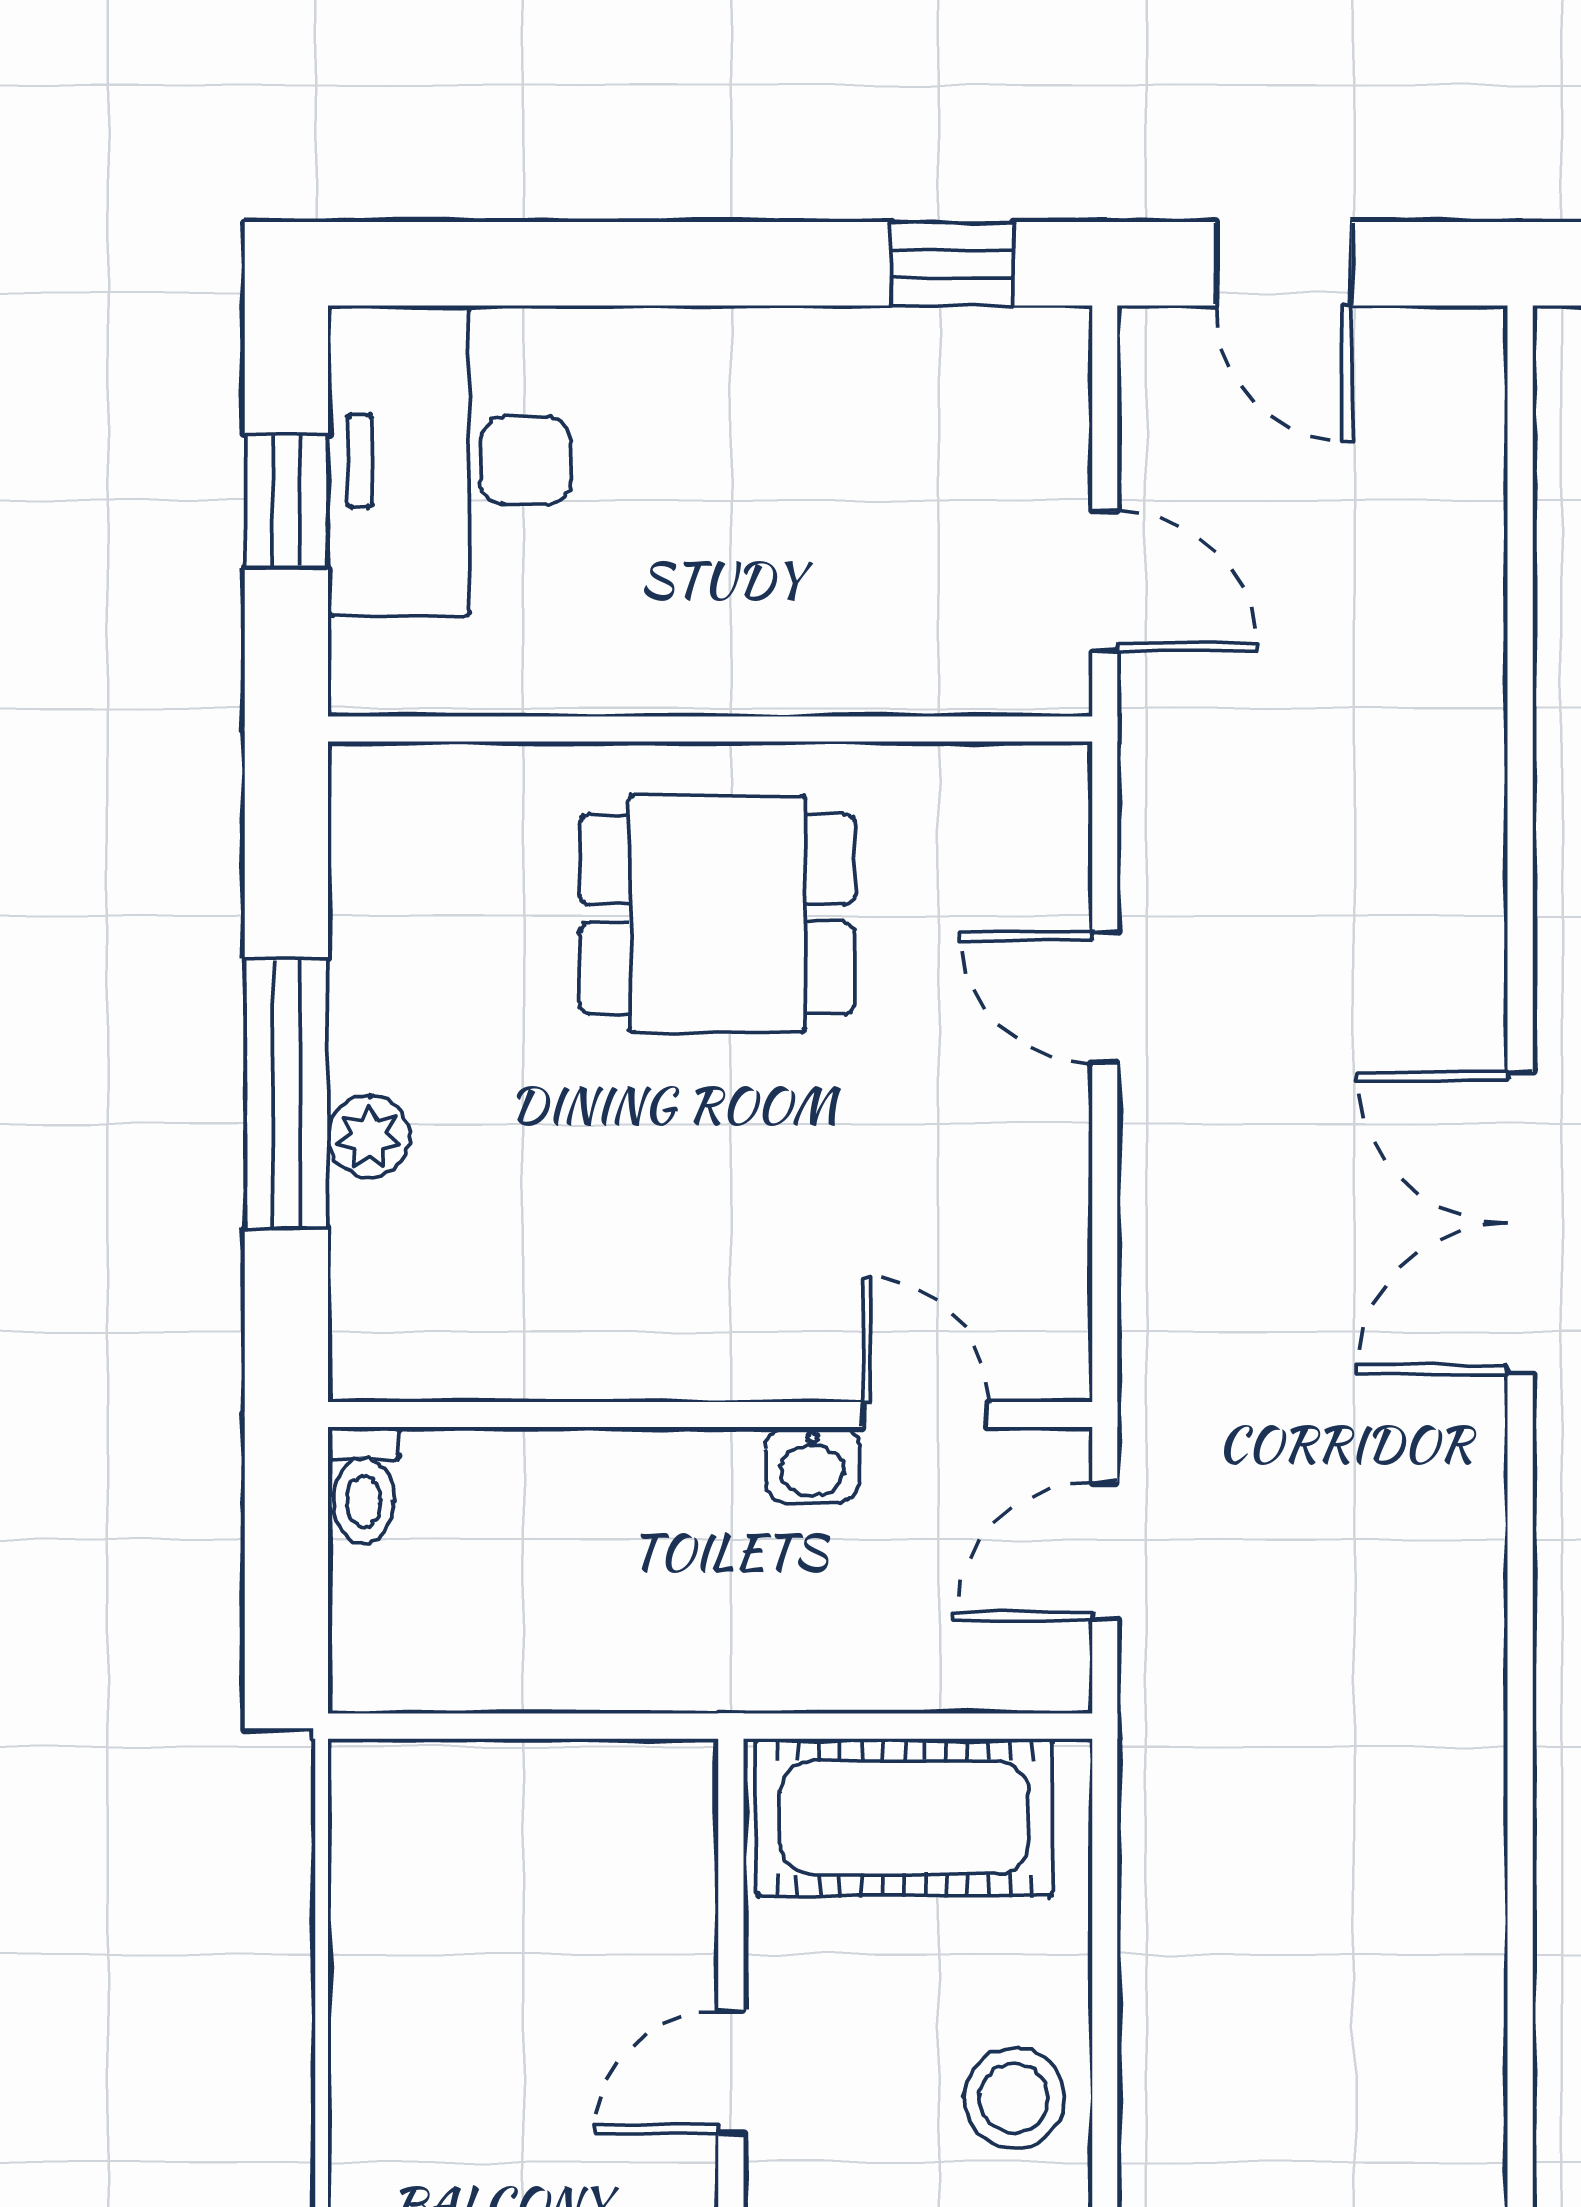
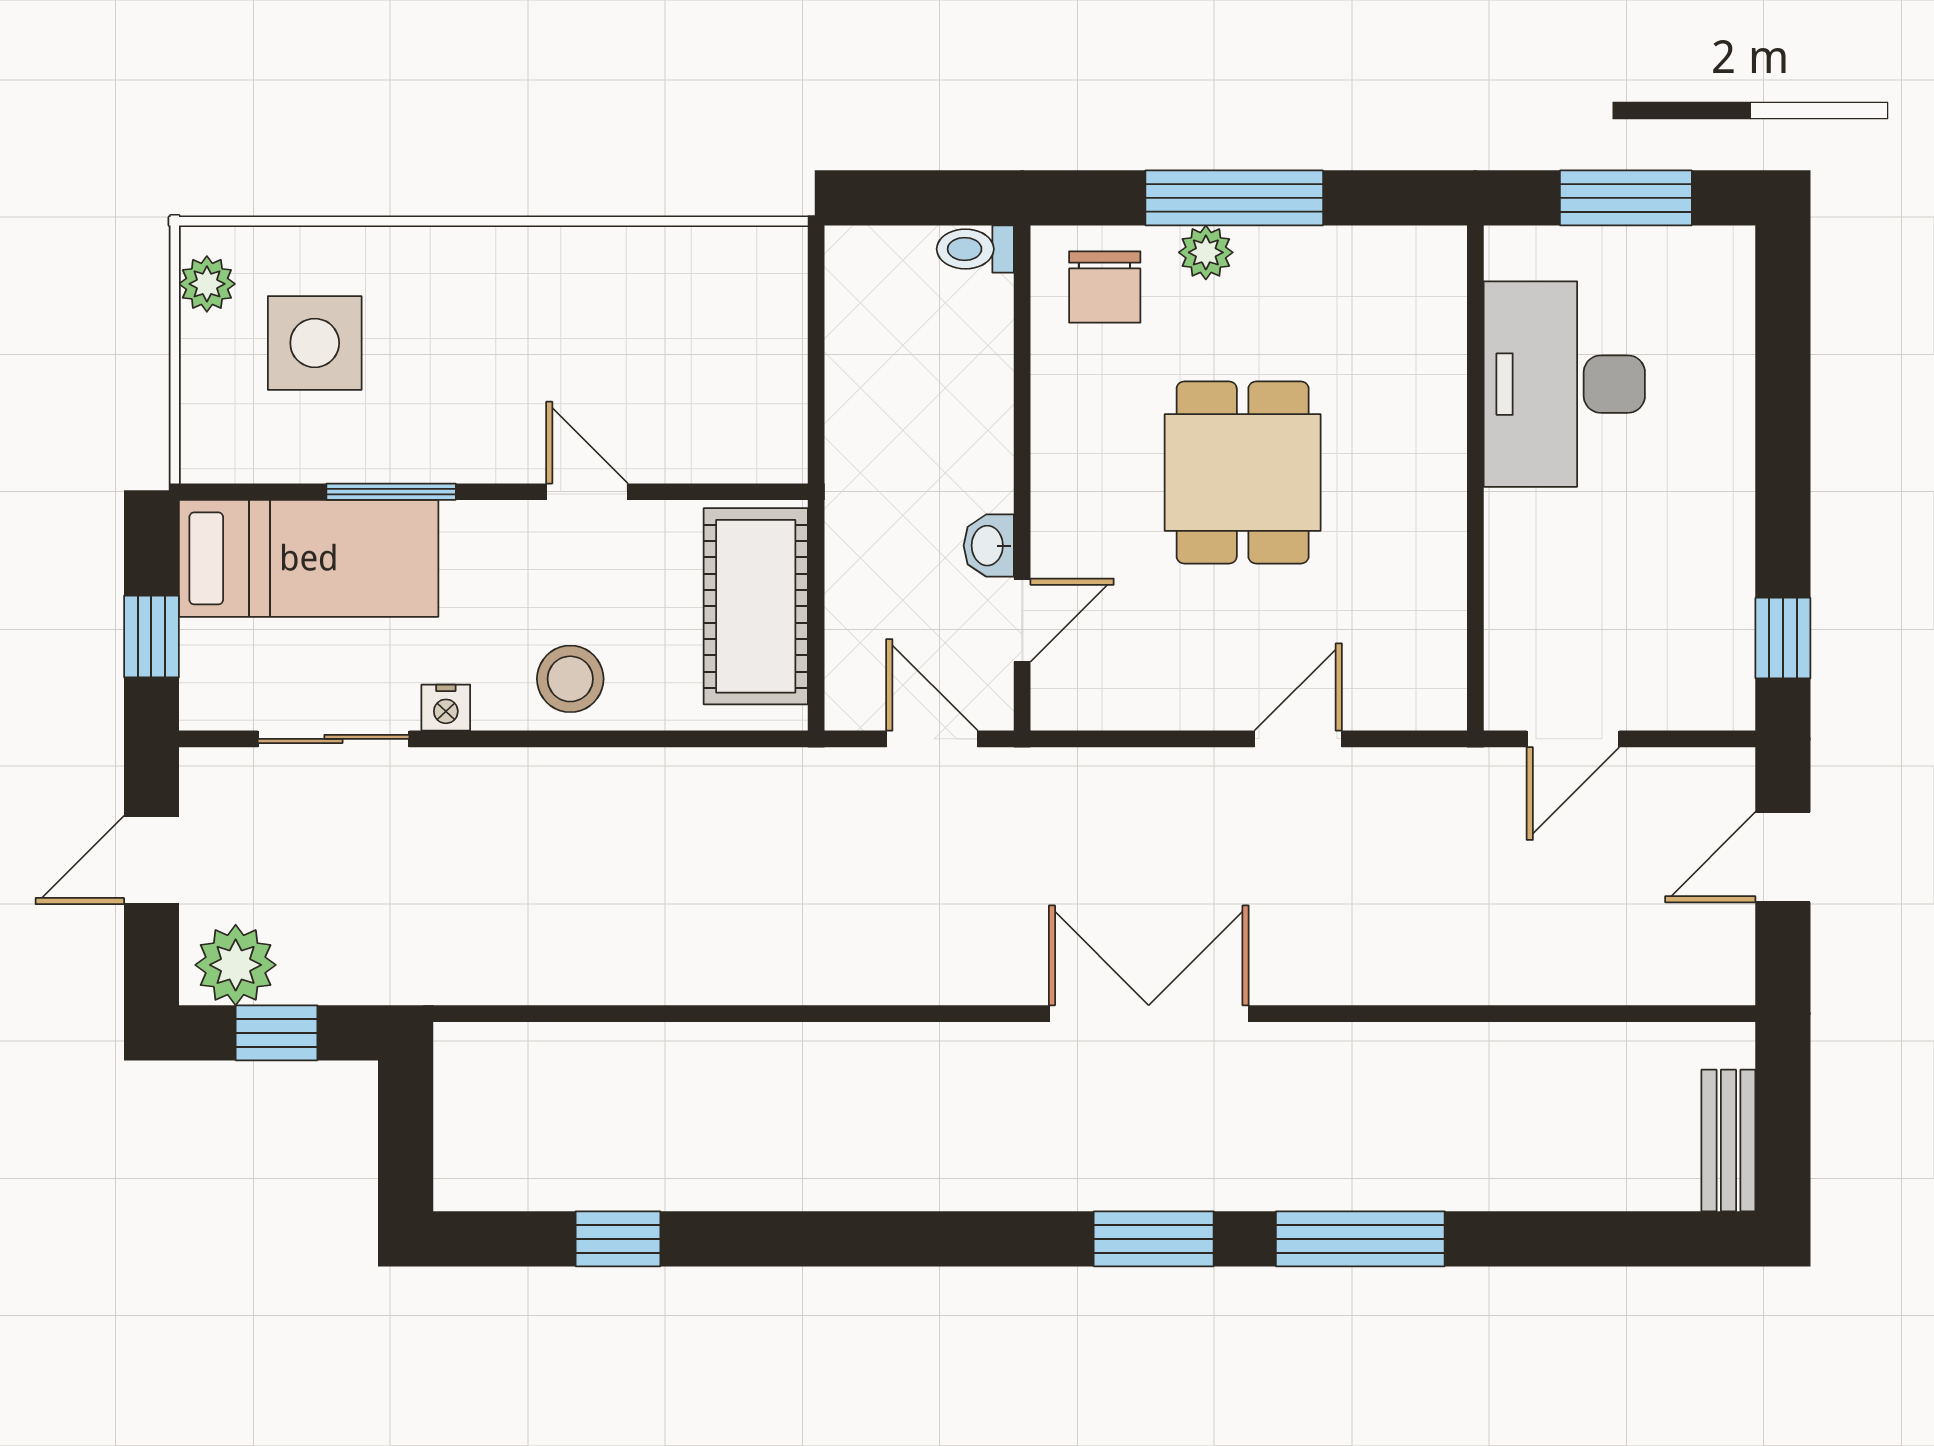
desk: (450, 461) -> (1564, 384), moved, turned -90
window: (286, 501) -> (1626, 198), width x1.50
dining table: (717, 914) -> (1243, 473), moved
chair: (421, 1290) -> (1105, 287), added

